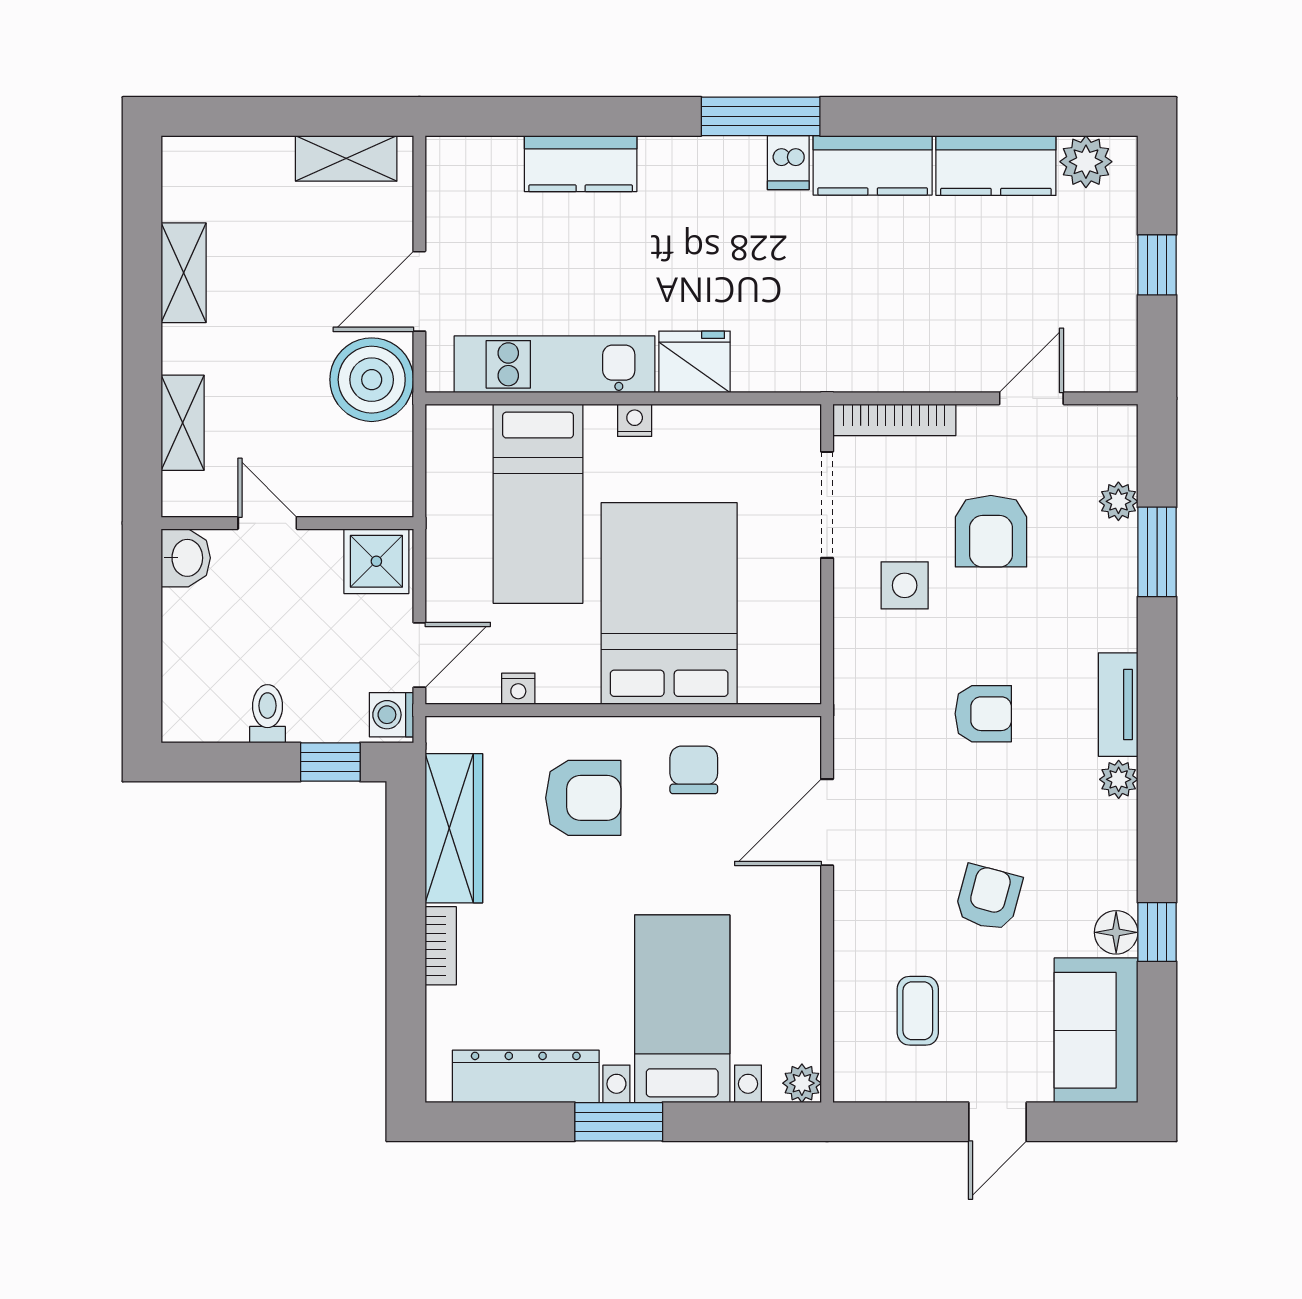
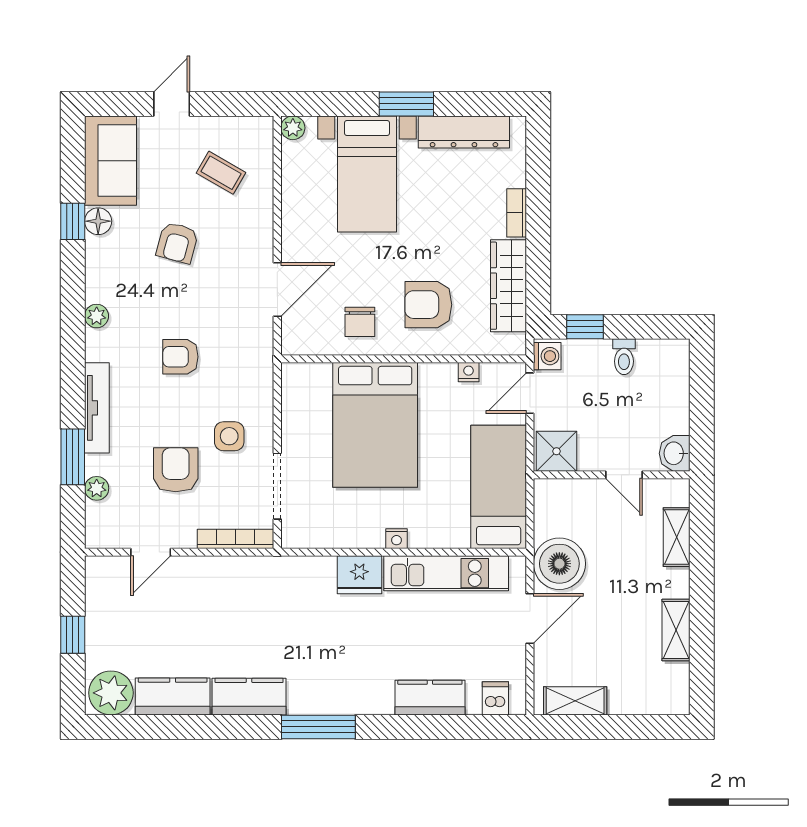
plant: (1086, 162) -> (111, 693), width x1.36, depth x1.36
dishwasher: (788, 163) -> (495, 698), moved
bed: (538, 504) -> (499, 487), moved
tv unit: (1118, 705) -> (97, 408), moved, width x1.41
coffee table: (918, 1011) -> (221, 173), turned -60

